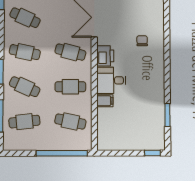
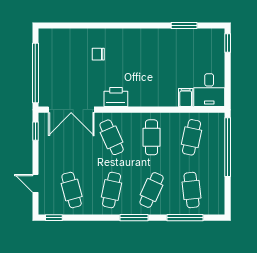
cafe table: (25, 18) -> (72, 190), turned -39
cafe table: (70, 52) -> (112, 137), turned -39
desk: (111, 80) -> (209, 90), moved
filing cabinet: (105, 101) -> (186, 98), moved

